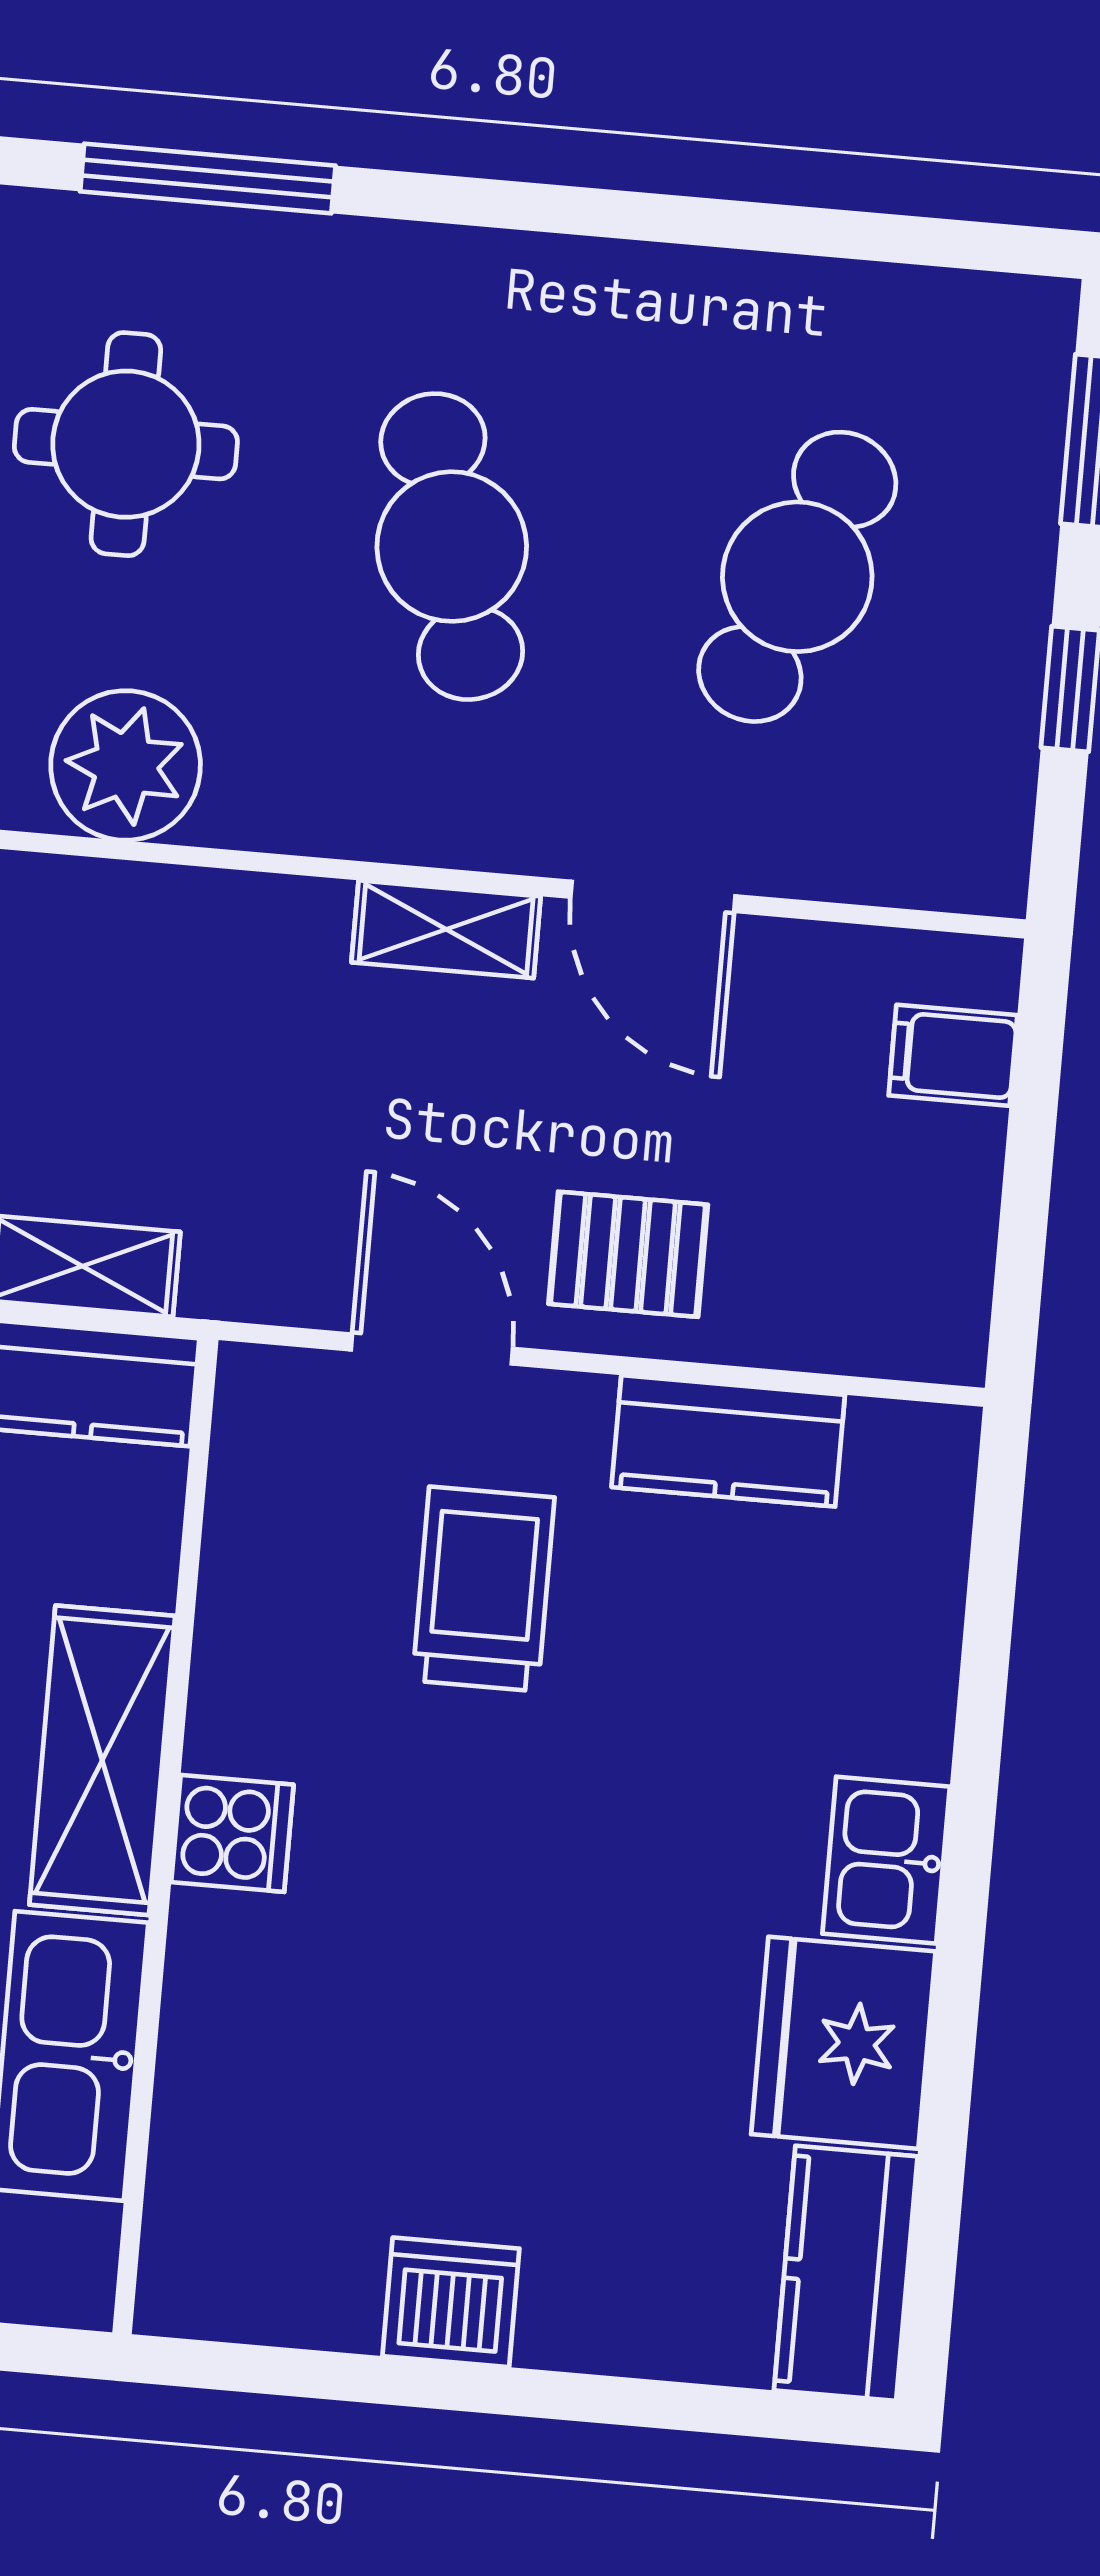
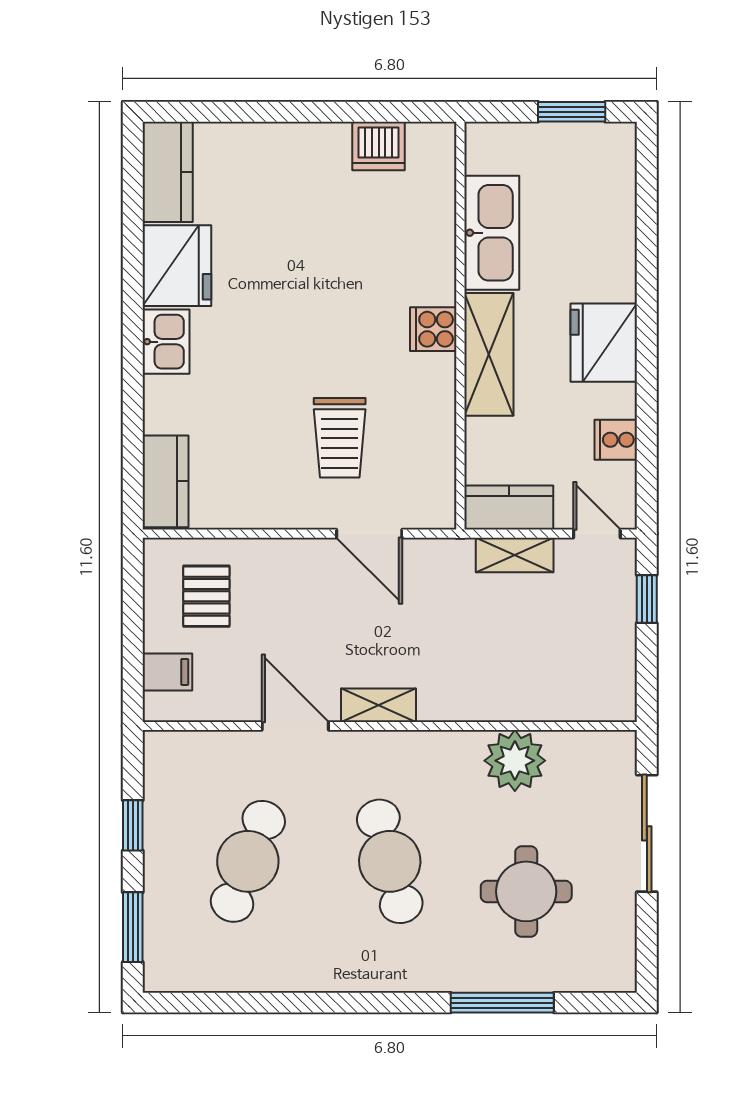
pallet: (628, 1254) -> (206, 596), moved, turned 90
kitchen counter: (728, 1441) -> (165, 481), moved, turned 90
dishwasher: (451, 2302) -> (379, 146), moved

